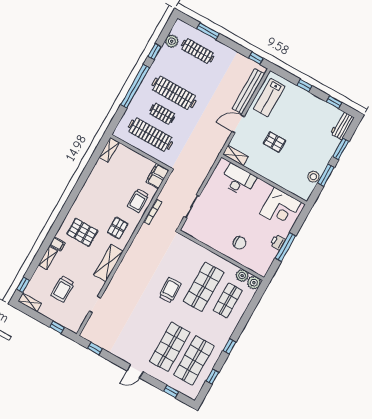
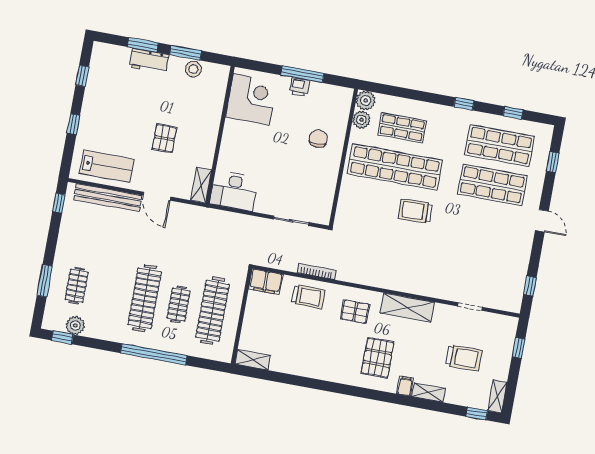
clothes rail: (198, 51) -> (77, 286), width x0.73
window: (155, 52) -> (62, 337), moved
workbench: (342, 126) -> (149, 61), moved
desk: (238, 180) -> (234, 191), moved, turned -90
shop shelf: (204, 287) -> (395, 167), width x1.40

